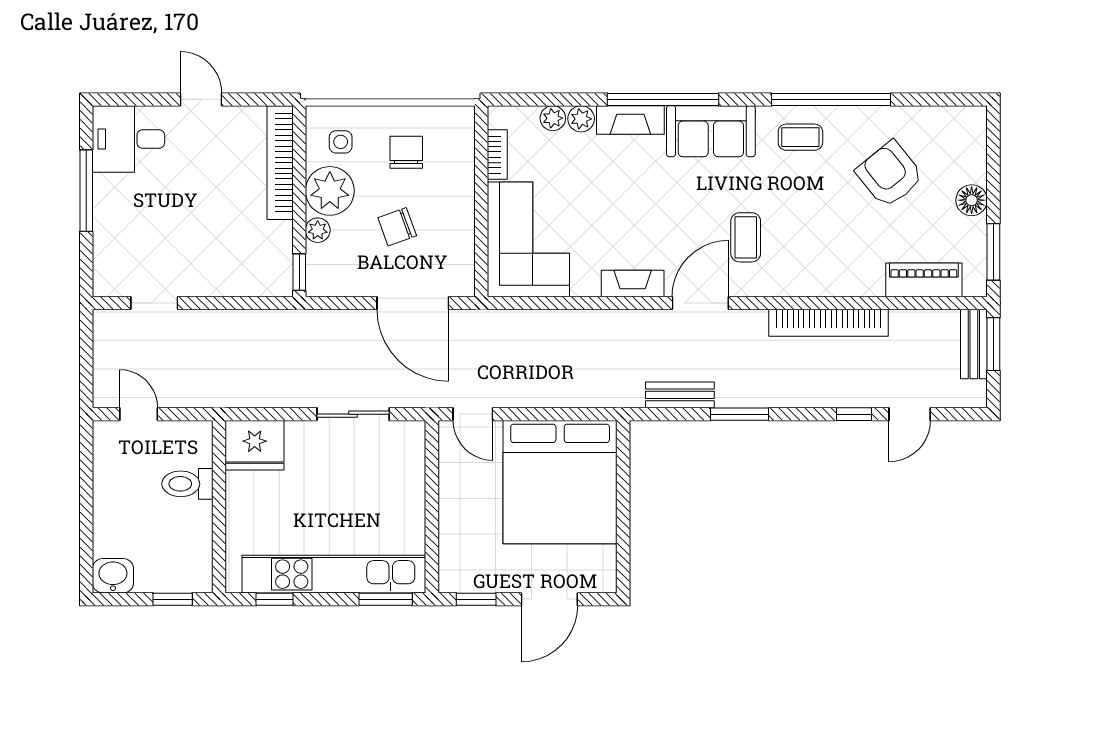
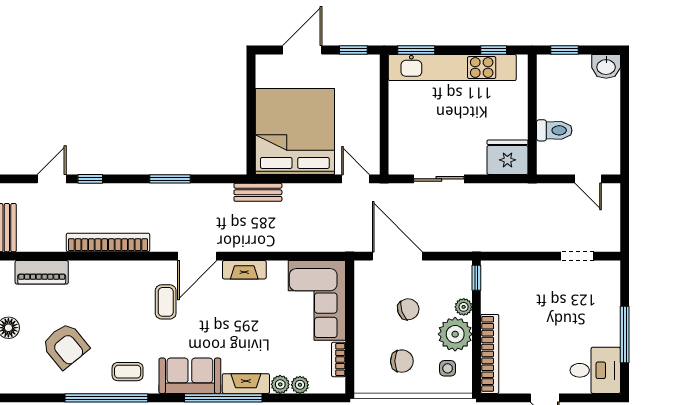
chair: (406, 152) -> (402, 361), turned -90
bench: (680, 395) -> (258, 192), moved

